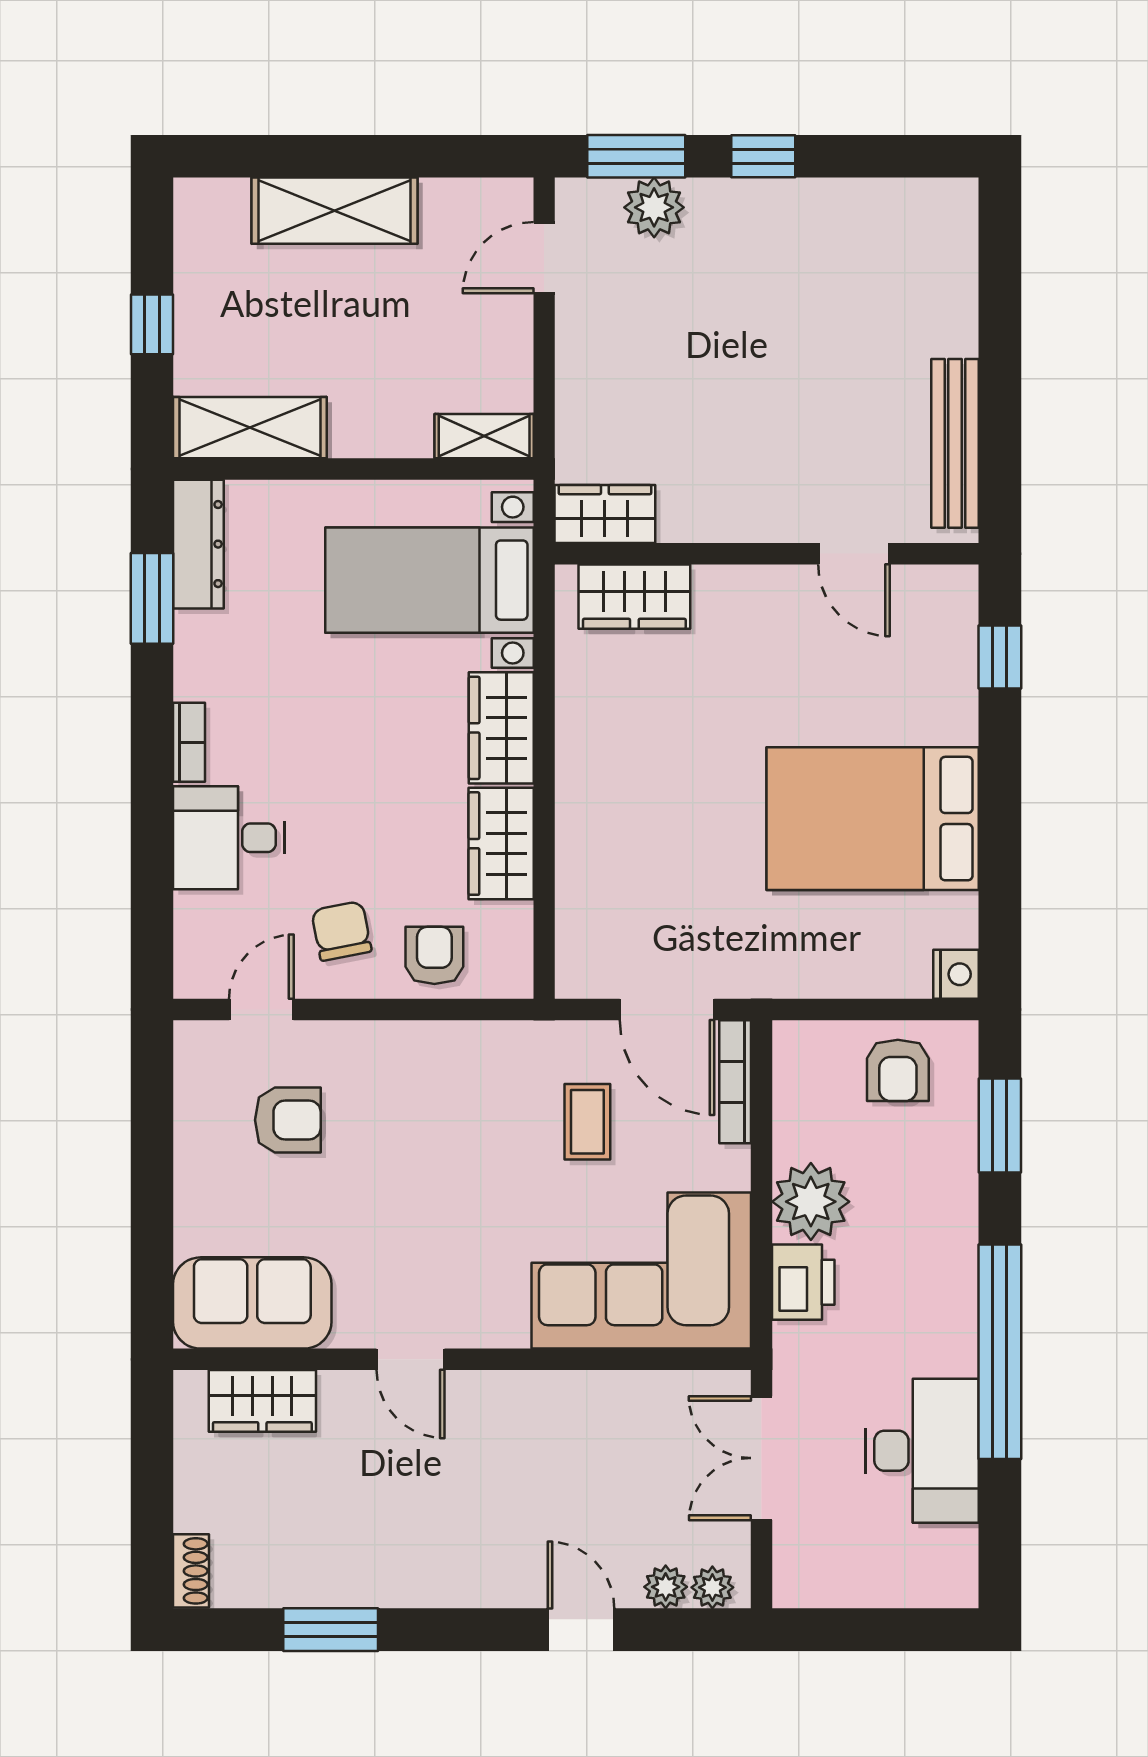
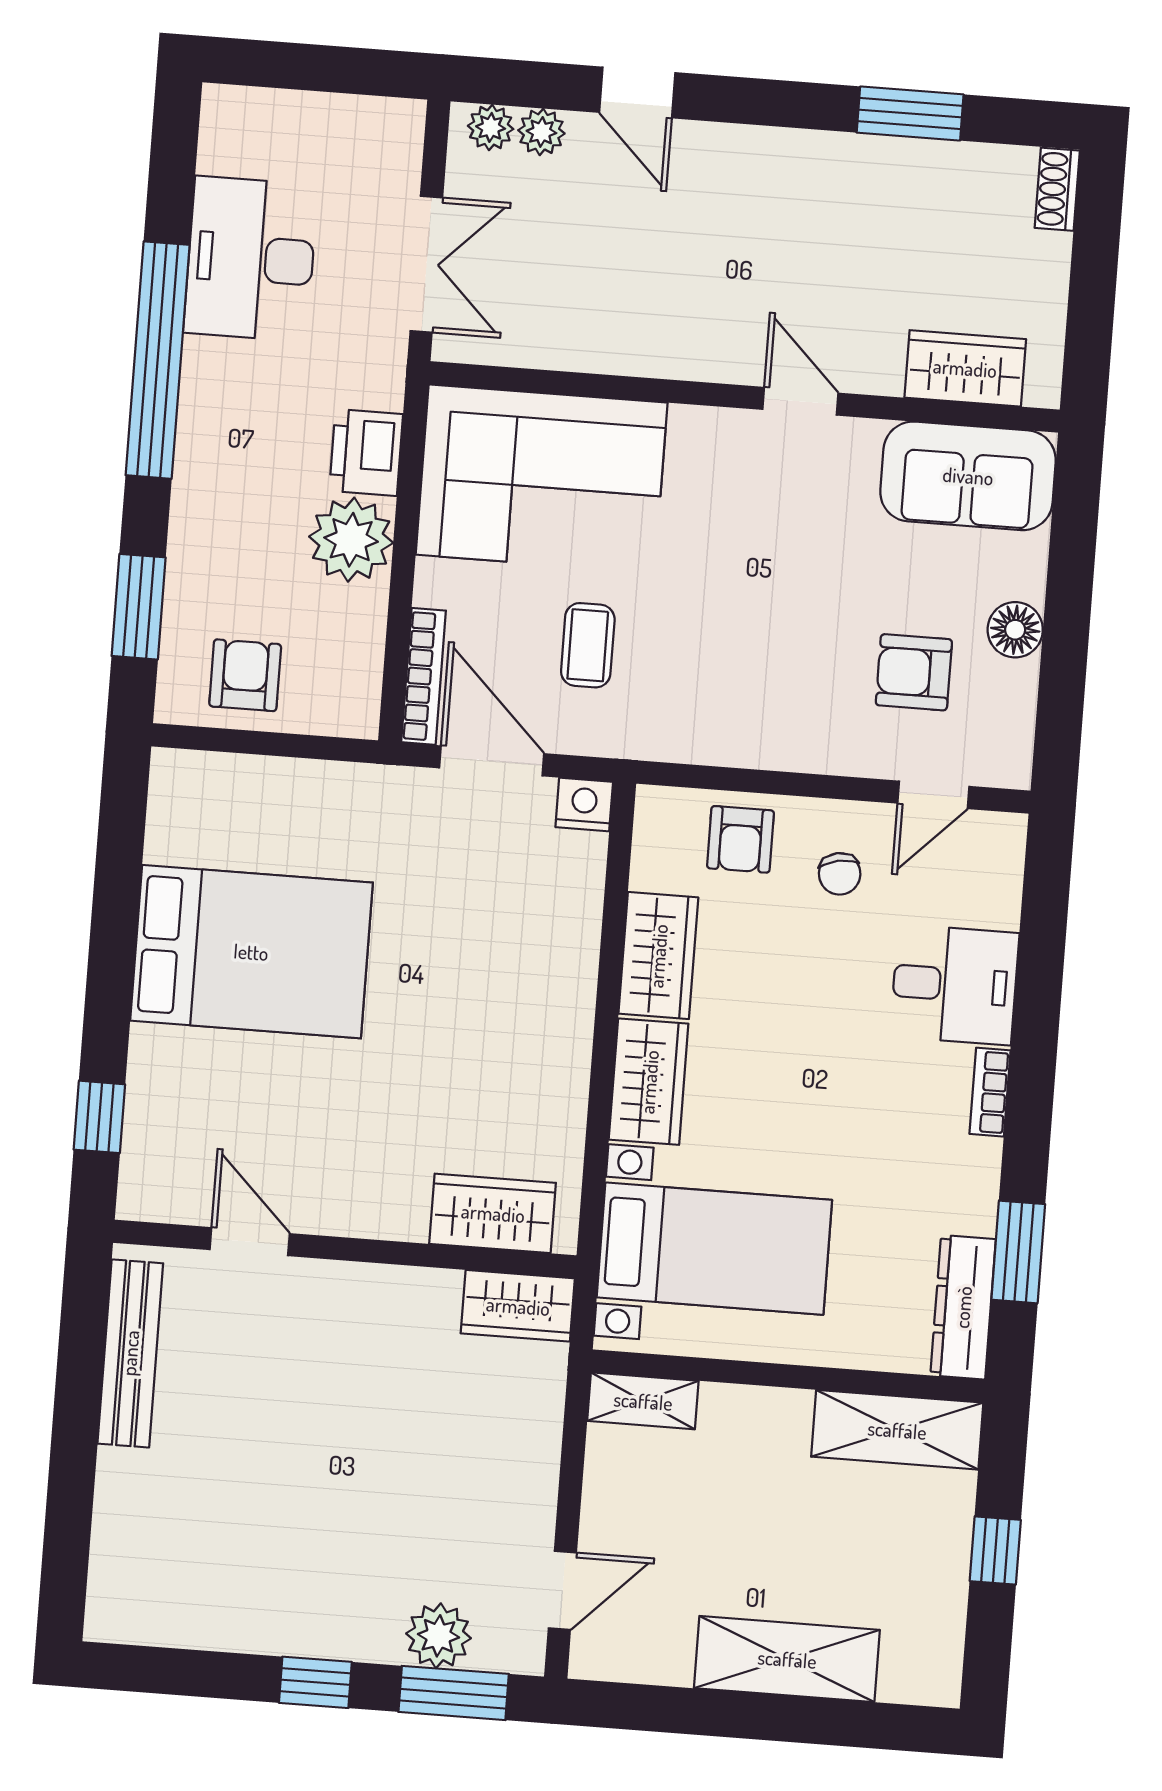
chair: (341, 931) -> (840, 874), width x0.73, depth x0.73
nightstand: (956, 974) -> (584, 804), moved, turned 90
floor lamp: (198, 1166) -> (1015, 630), added

